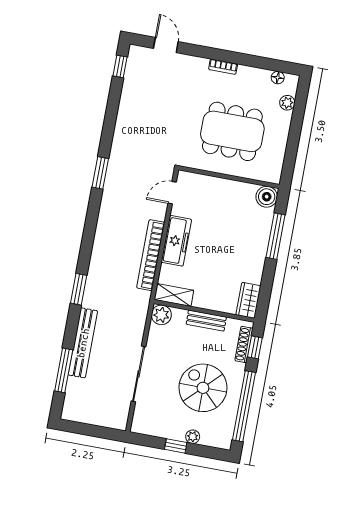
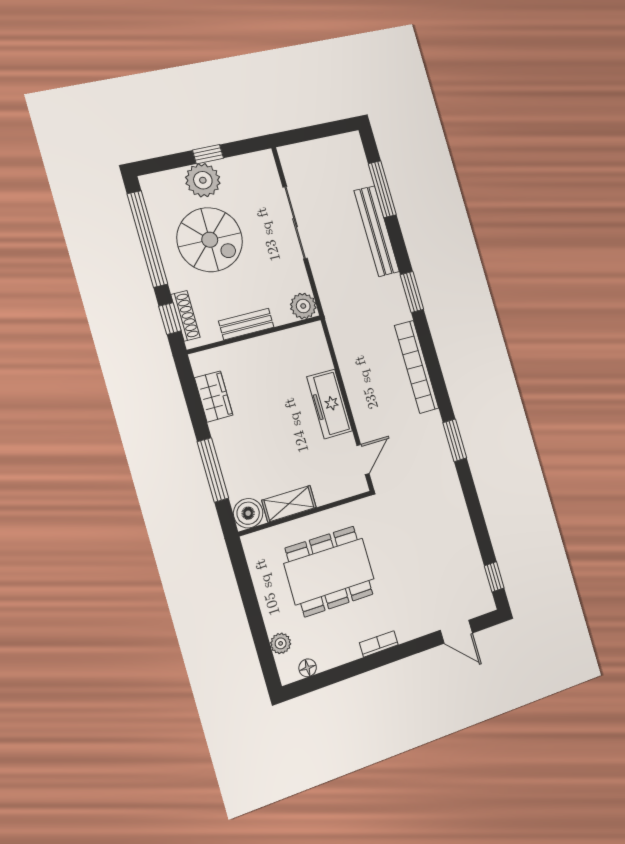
bookcase: (151, 255) -> (417, 367), moved, turned 180
shelving: (174, 295) -> (289, 504), moved
wardrobe: (248, 300) -> (214, 396), moved
plant: (193, 437) -> (203, 180), width x1.87, depth x1.87

